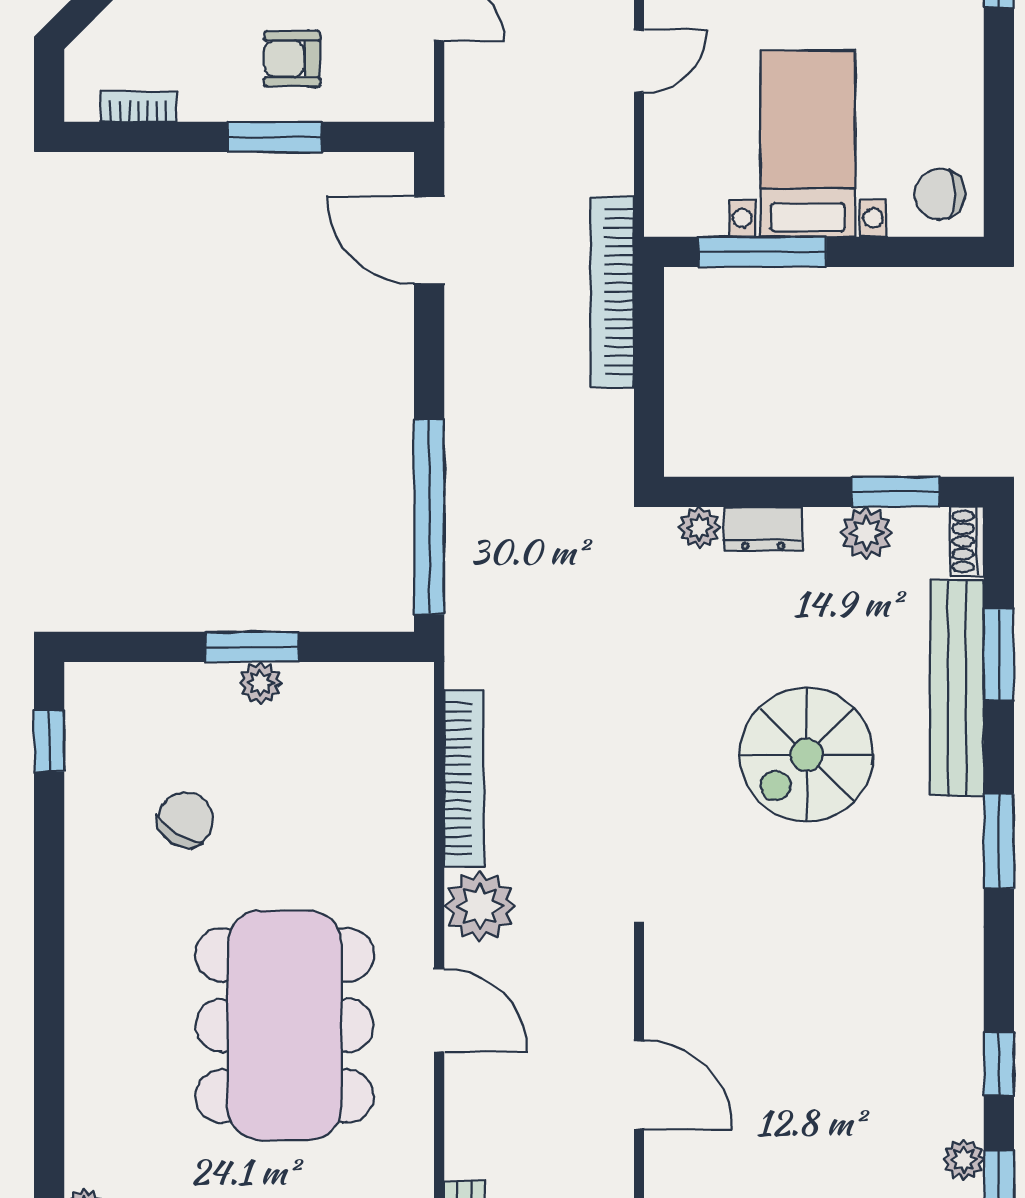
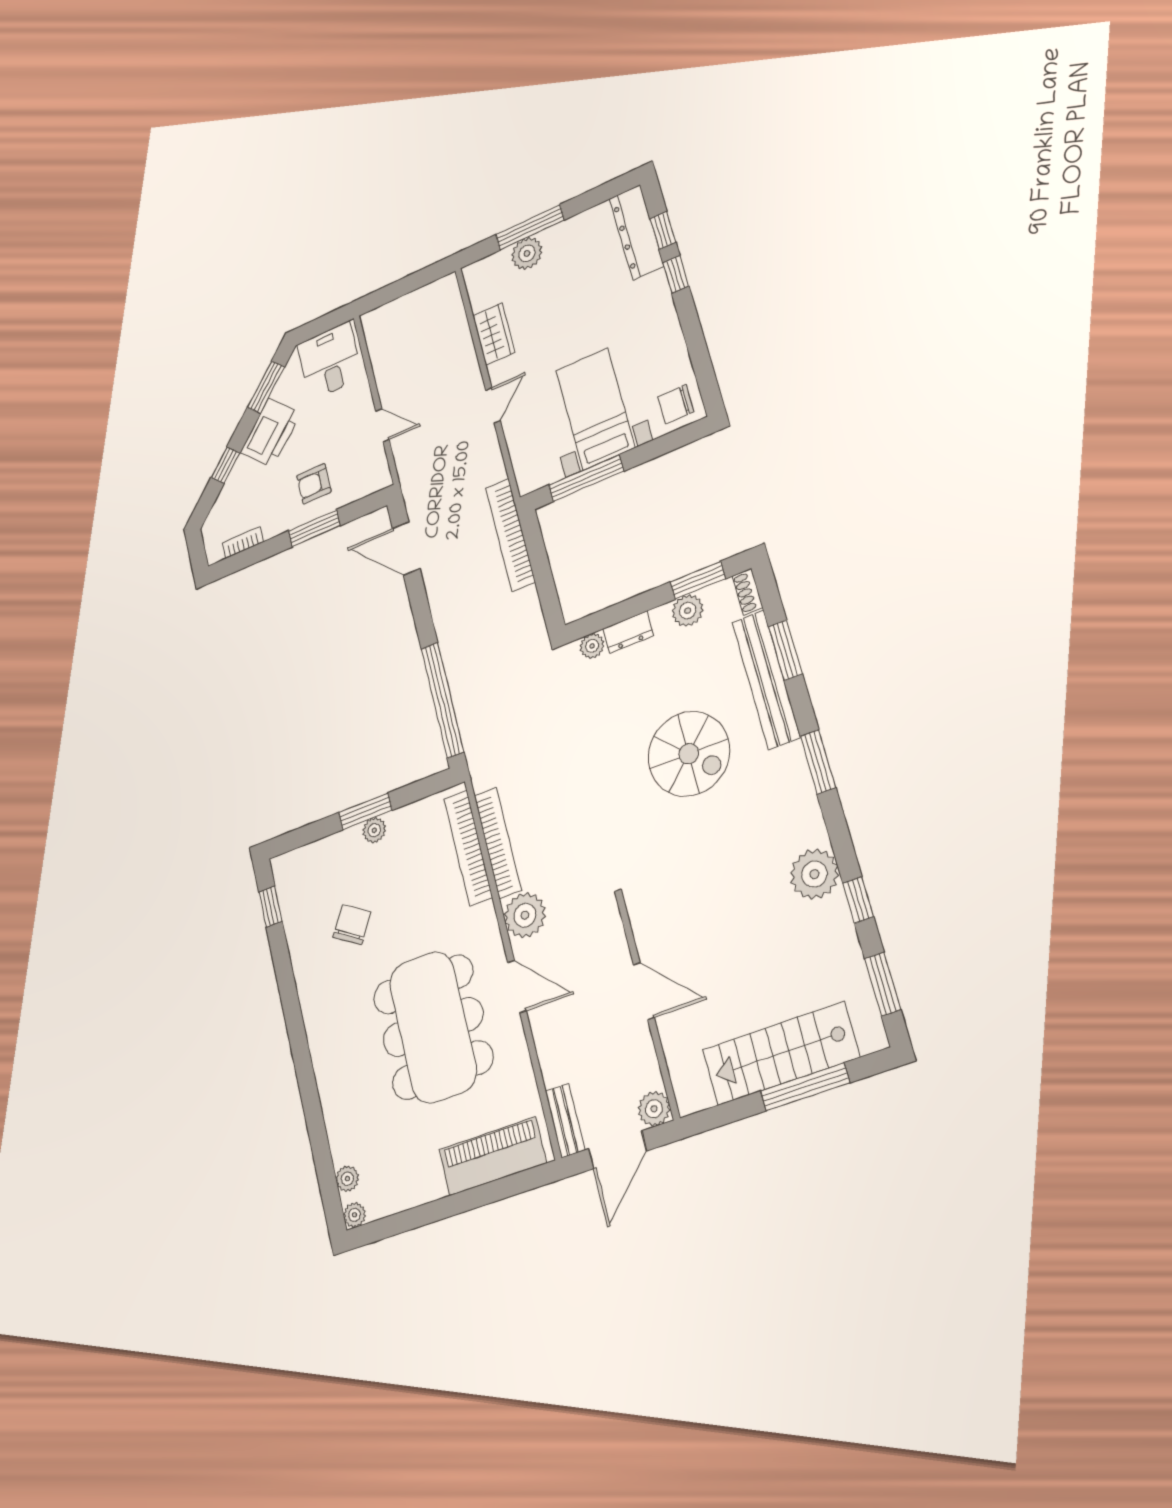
spiral stairs: (806, 755) -> (689, 754), turned -90
bookcase: (413, 769) -> (468, 848), added
plant: (964, 1160) -> (814, 874), moved, width x1.88, depth x1.88

